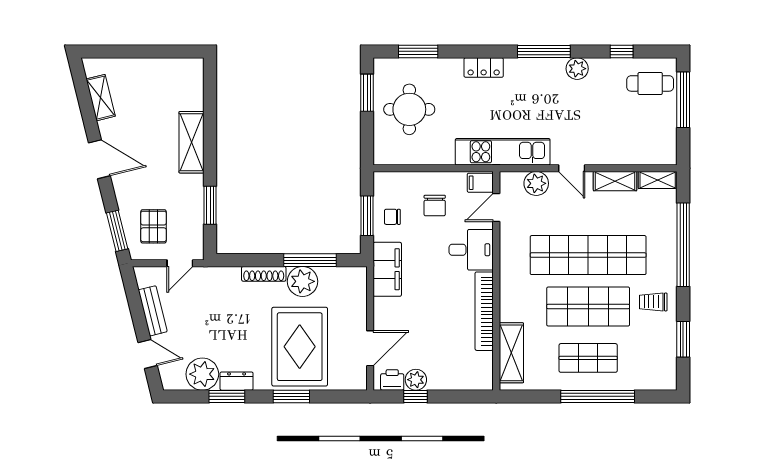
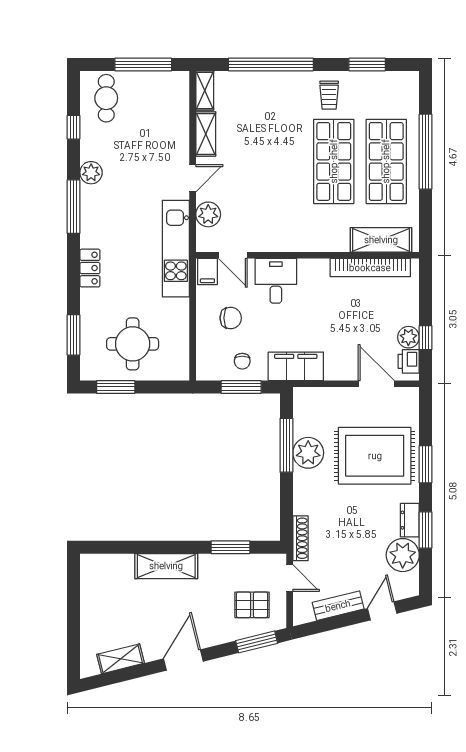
window: (683, 100) -> (143, 64), moved
shop shelf: (588, 255) -> (281, 161), removed
shoe rack: (264, 274) -> (300, 538), moved
bookcase: (484, 311) -> (370, 268), moved
shop shelf: (588, 358) -> (386, 161), width x1.43, depth x1.36

